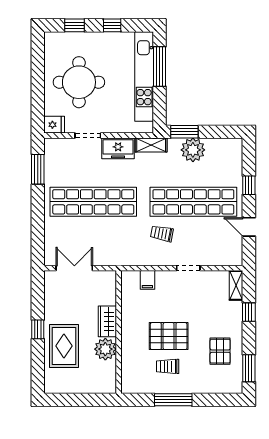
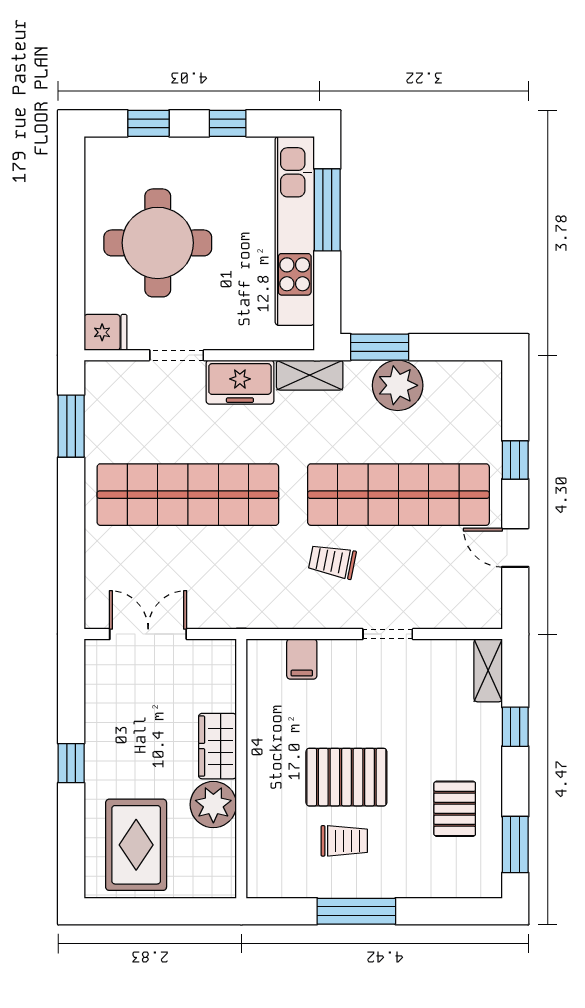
rug: (64, 346) -> (136, 845), moved
trolley: (168, 366) -> (344, 841), turned 180

